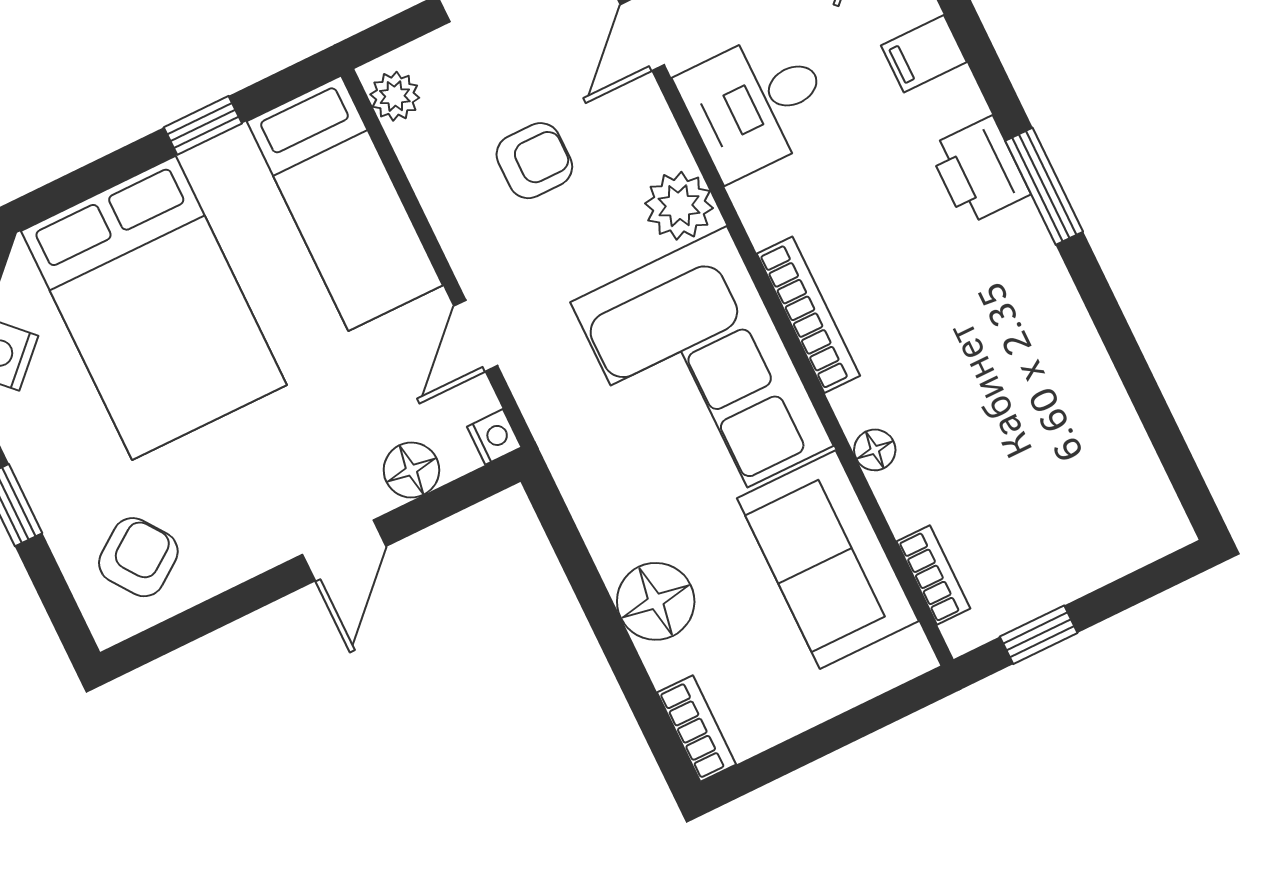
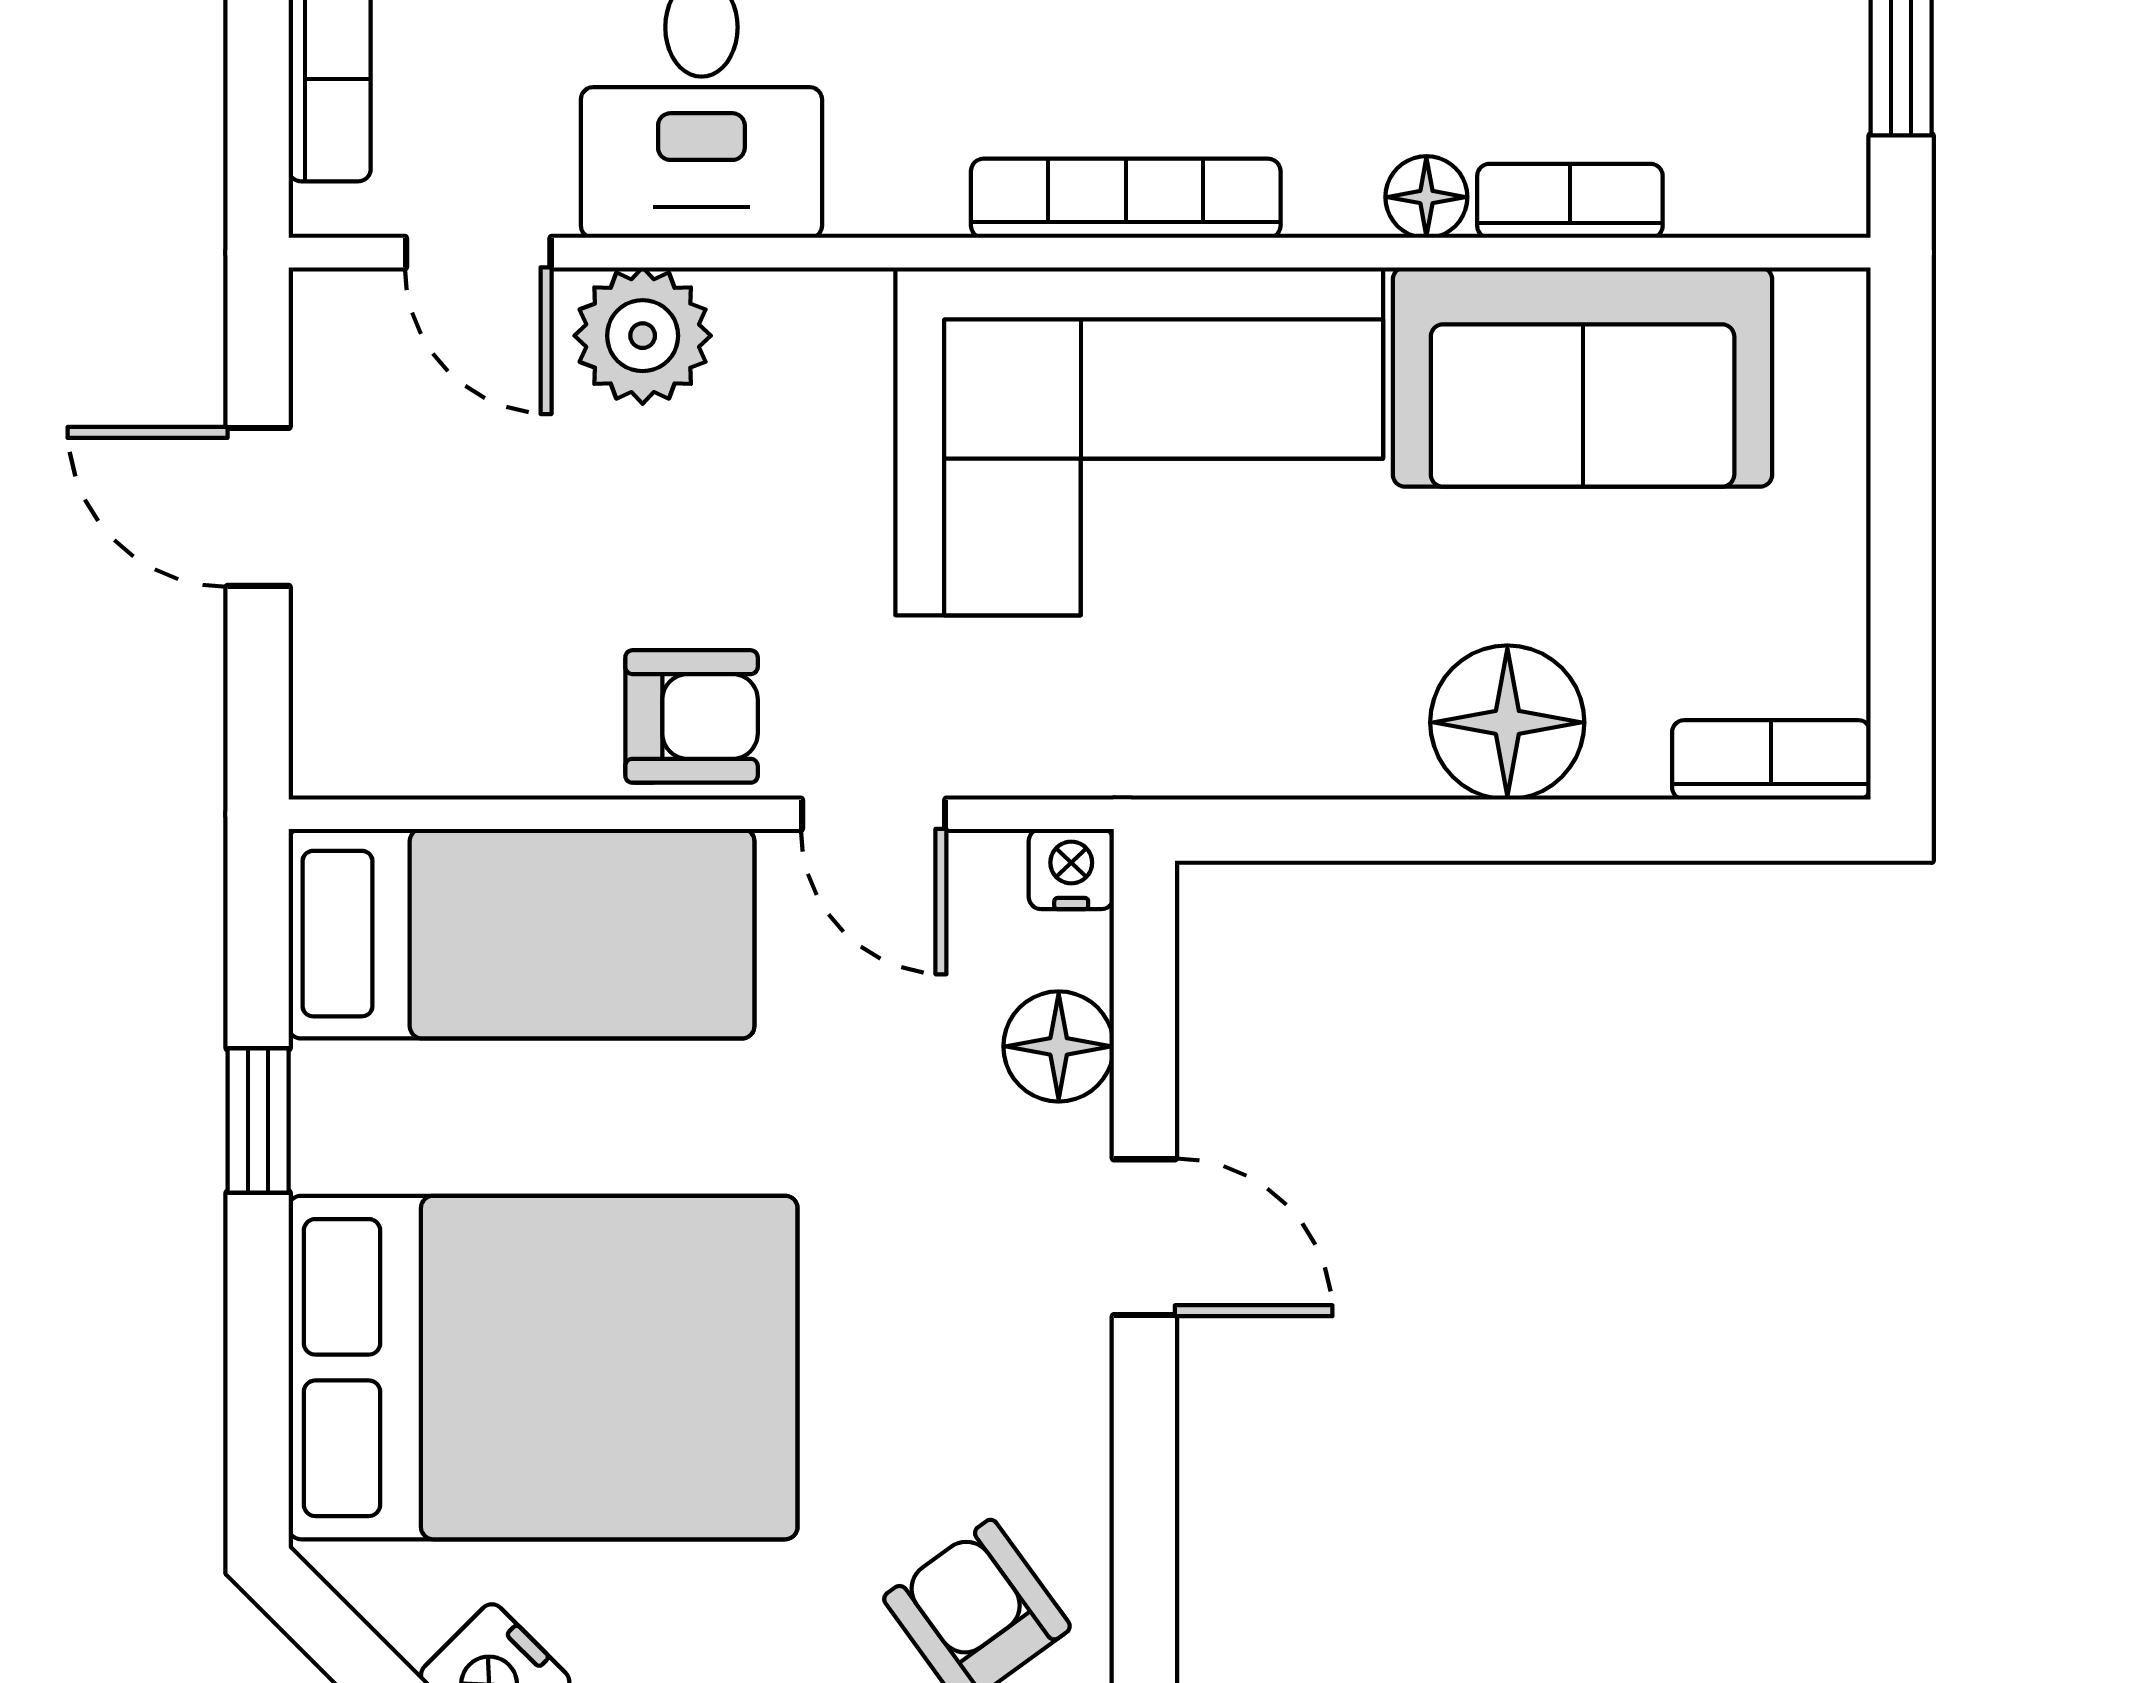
plant: (395, 96) -> (373, 750), removed
armchair: (534, 161) -> (692, 716), moved, turned 90
plant: (679, 206) -> (643, 336), moved
bookcase: (933, 575) -> (1570, 201), moved

